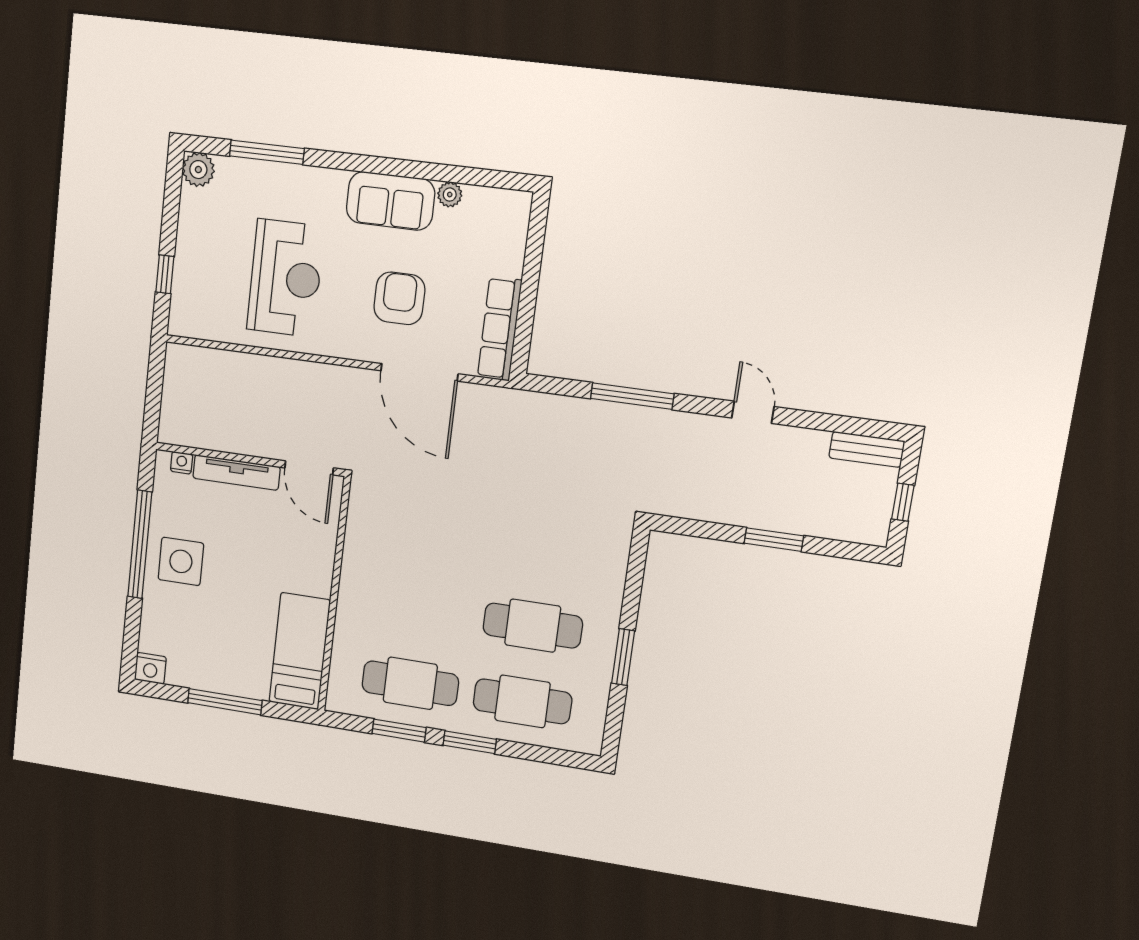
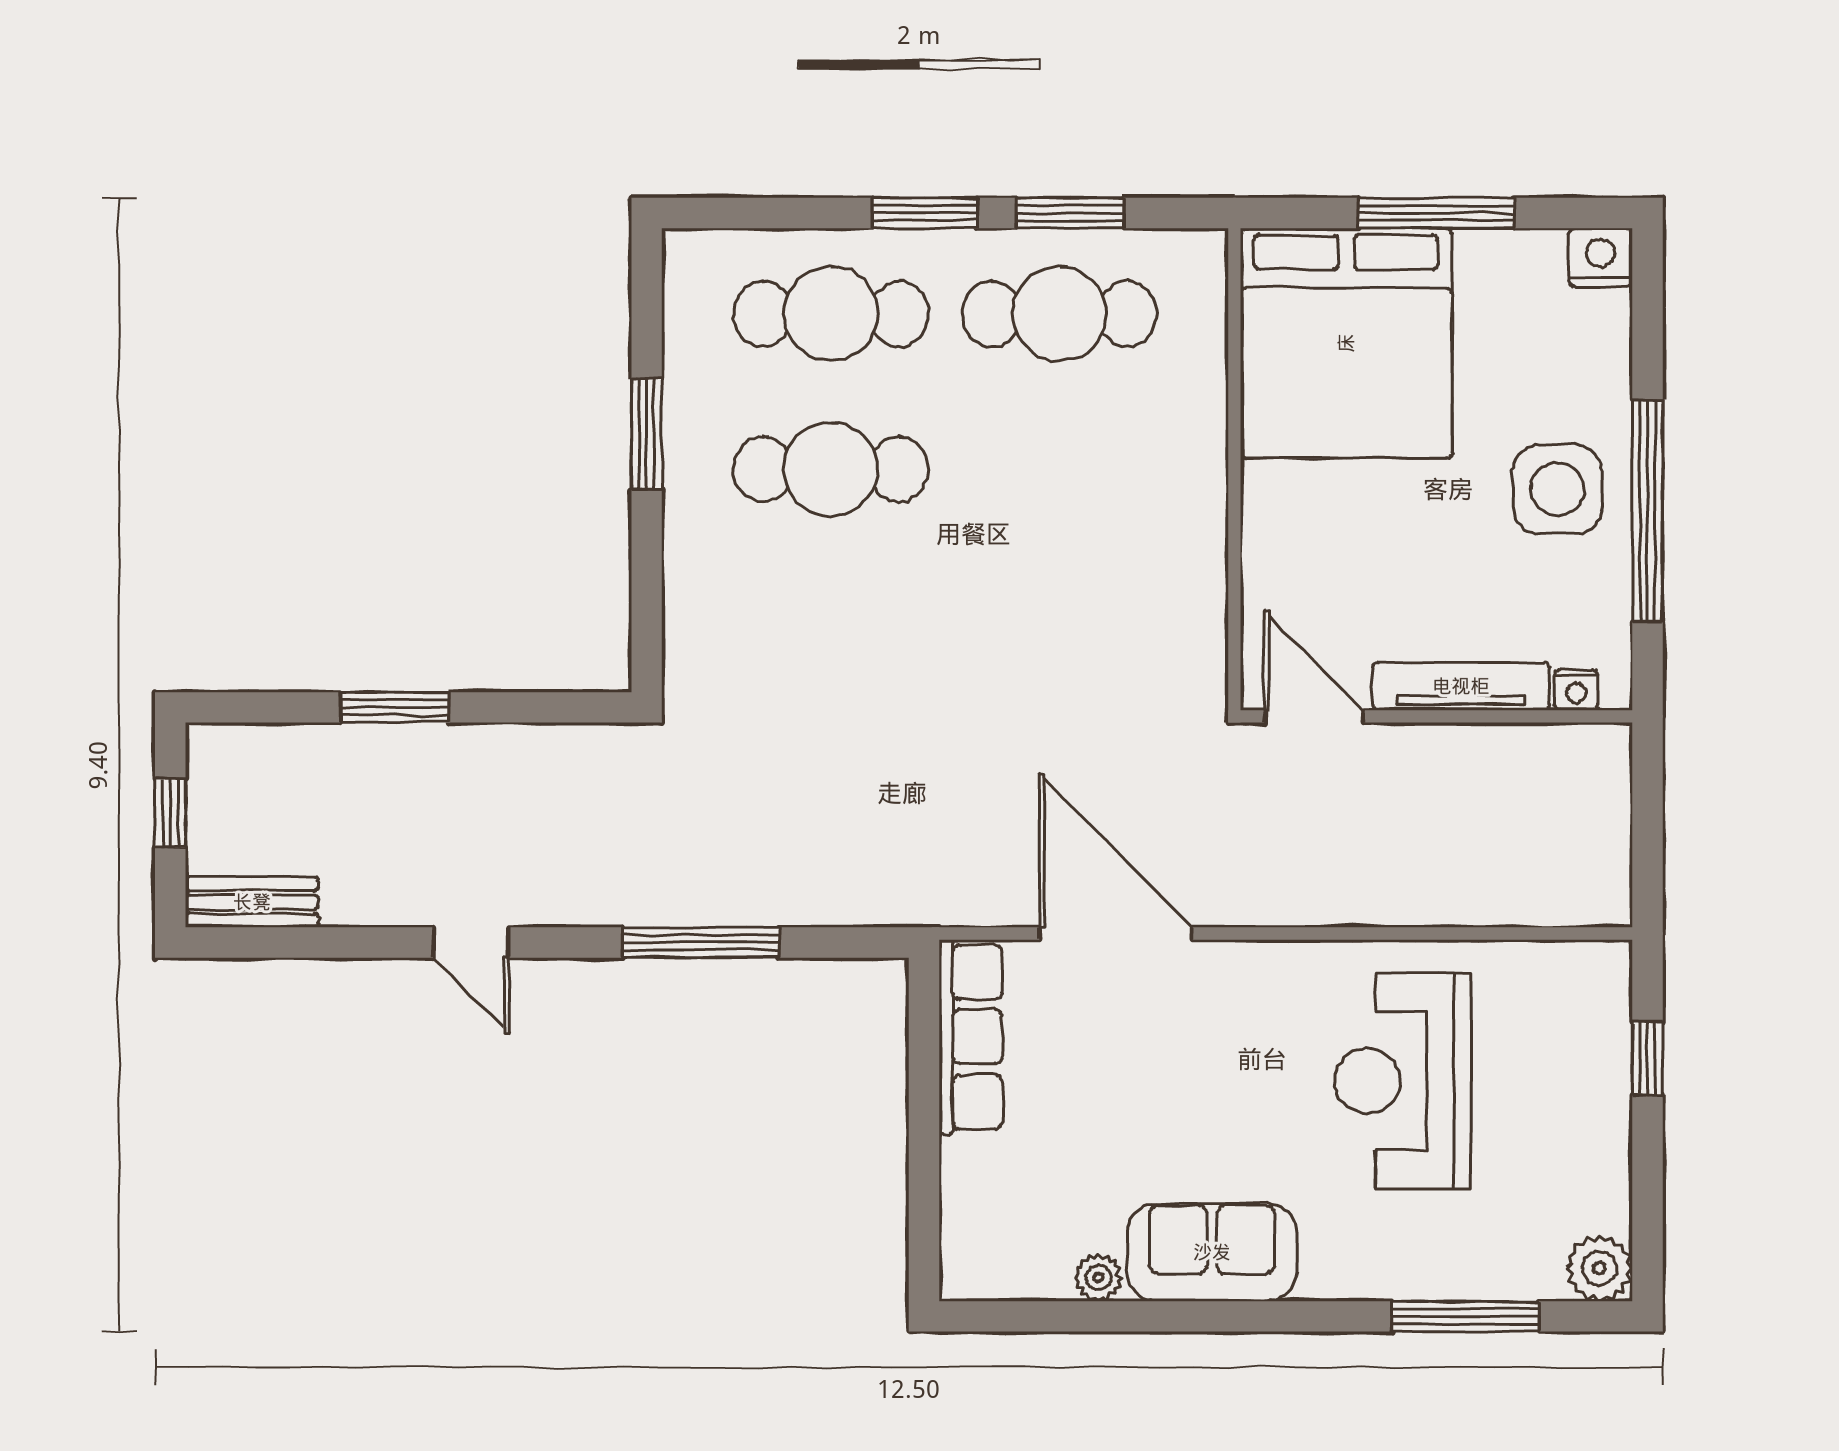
armchair: (399, 298) -> (1172, 1070), removed
bed: (300, 651) -> (1346, 343), width x2.04

